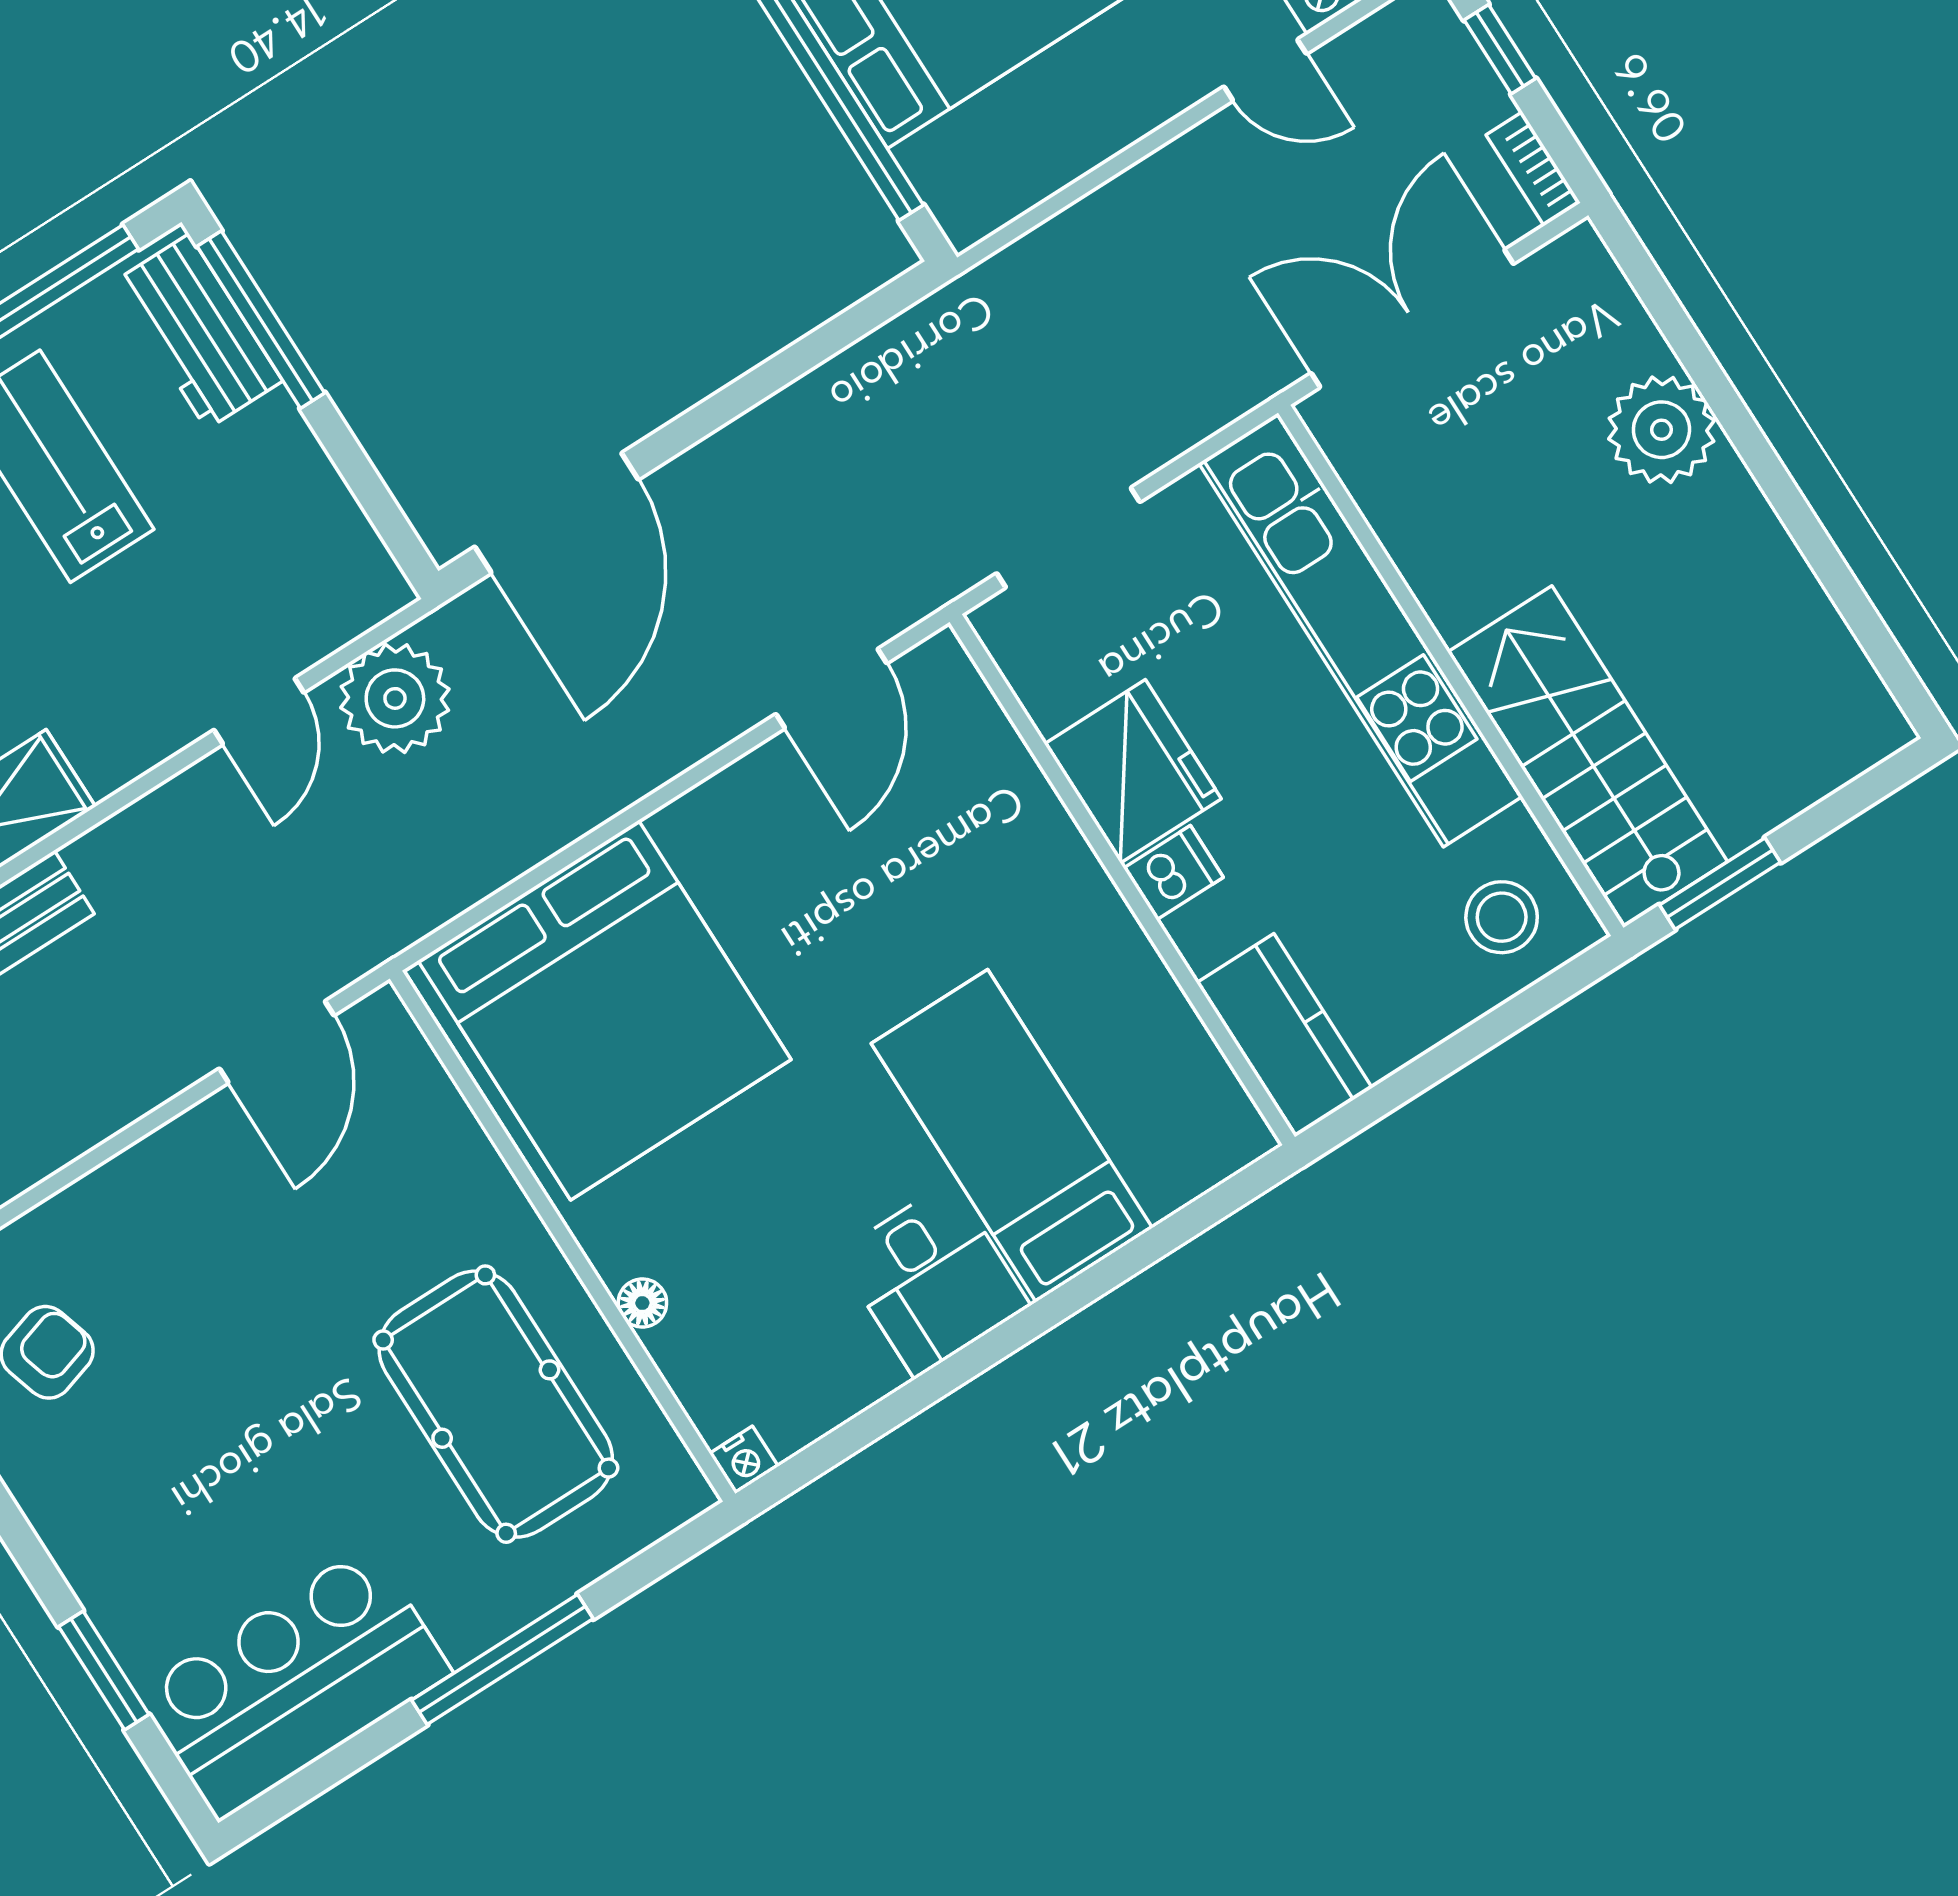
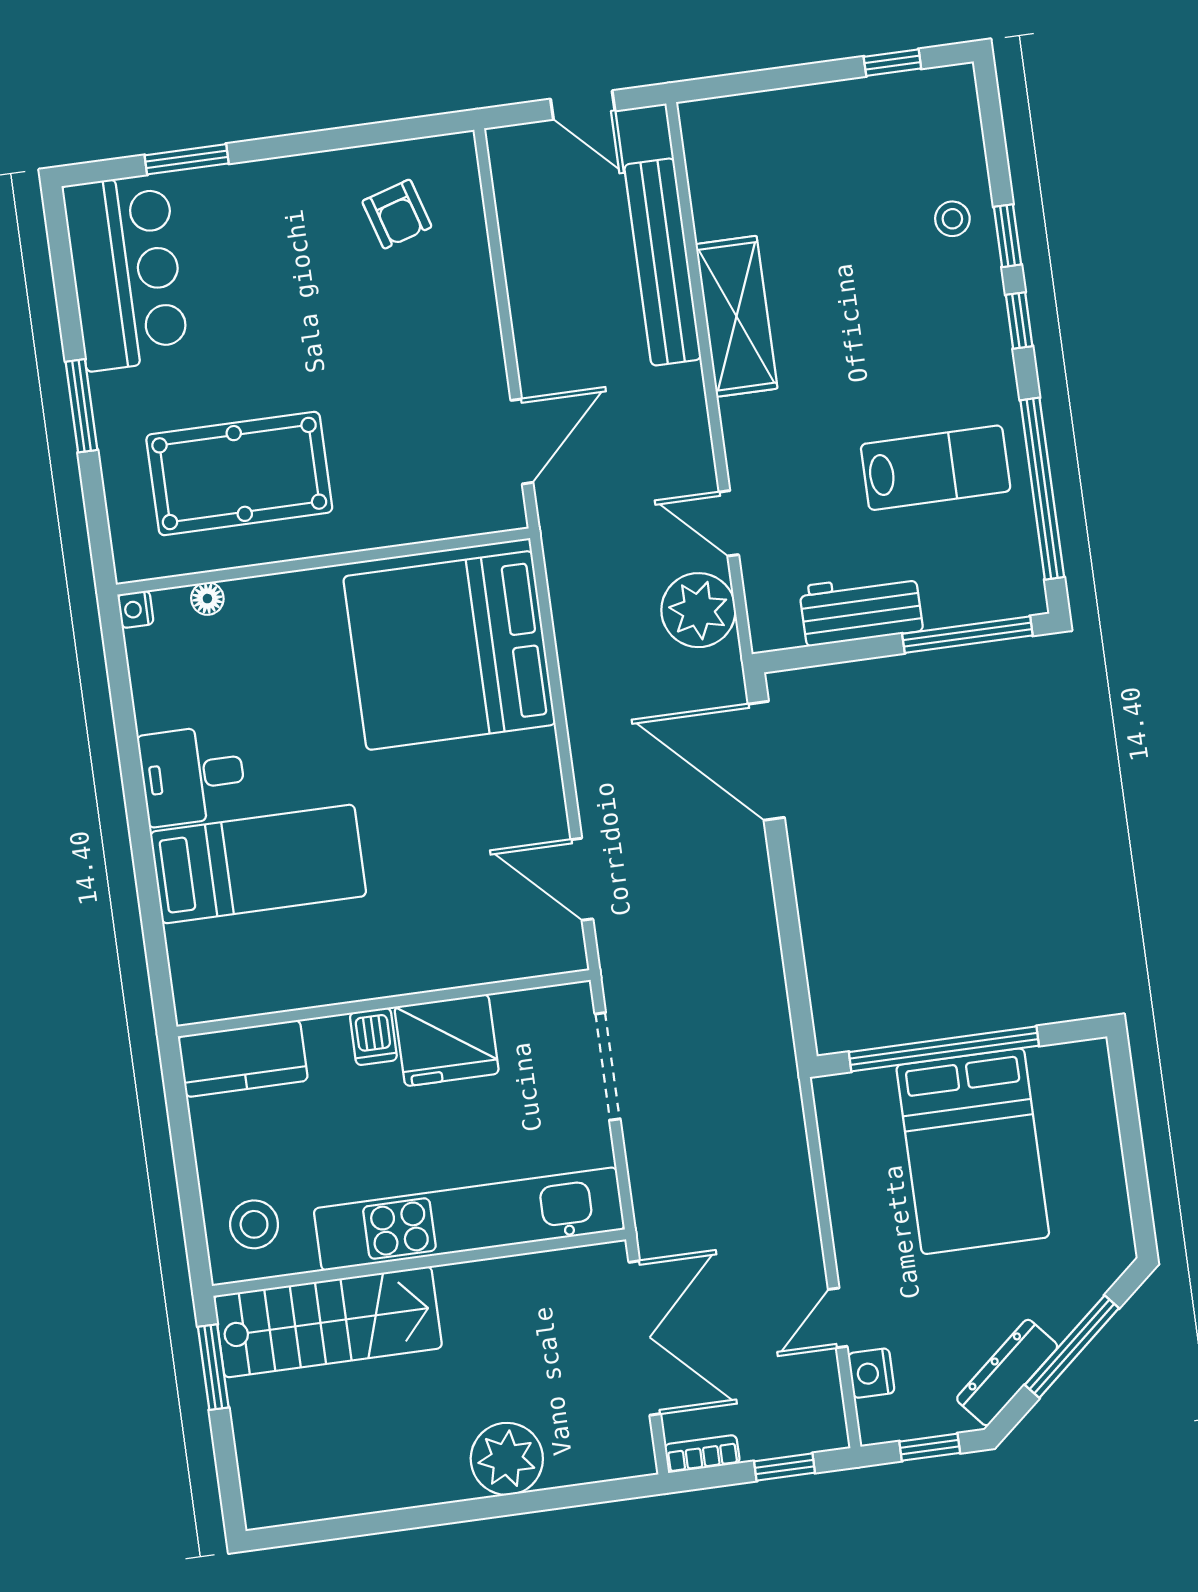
workbench: (198, 332) -> (861, 609), moved
door: (277, 1042) -> (522, 441), swing flipped
floor lamp: (642, 1303) -> (207, 599), moved
window: (502, 1659) -> (82, 406), width x0.69

